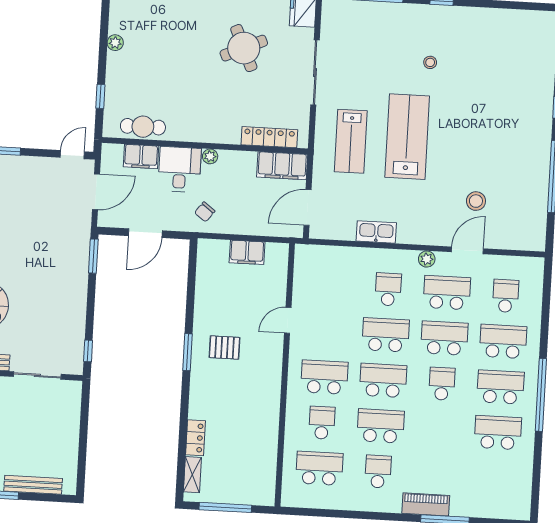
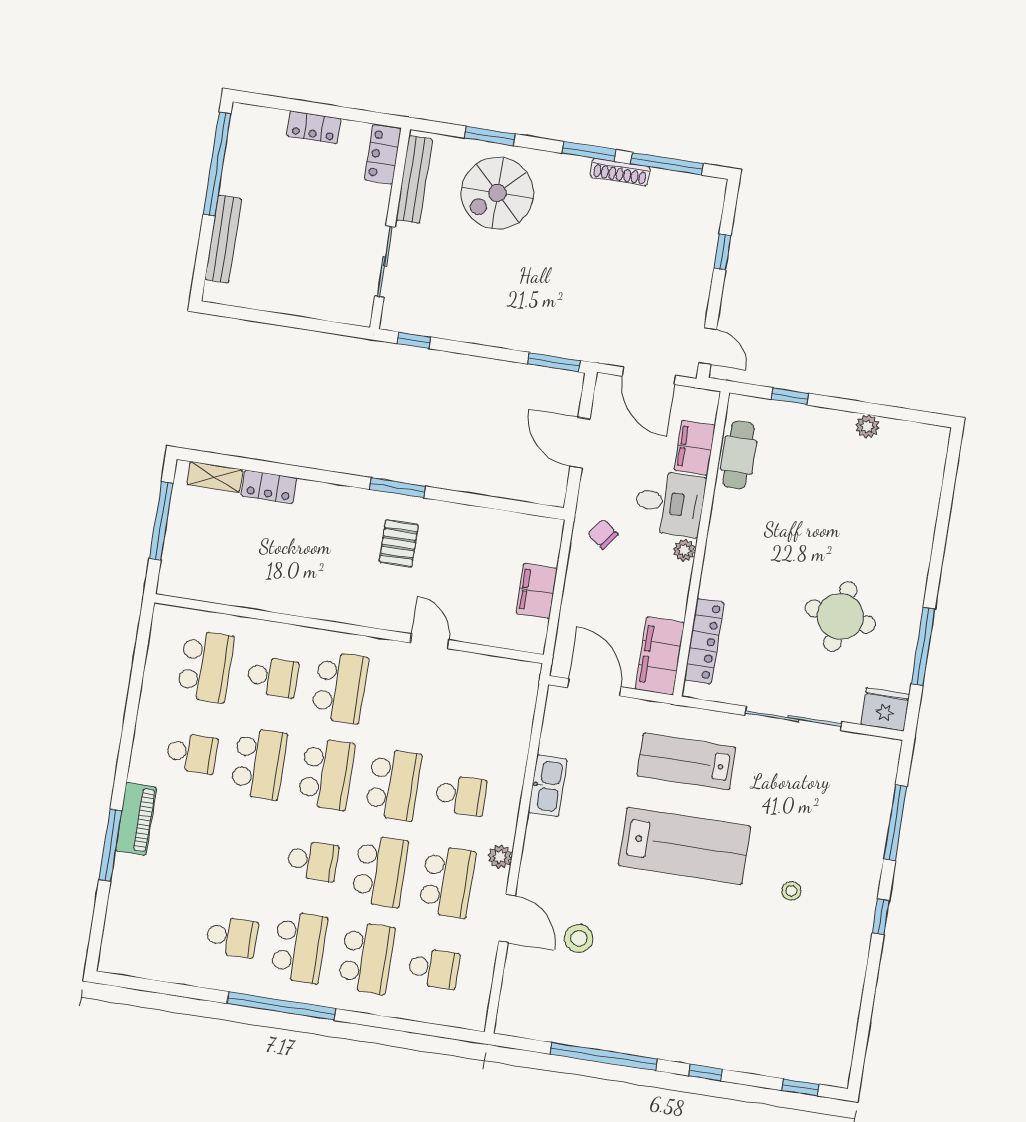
round table: (244, 48) -> (840, 616), turned 32
school desk: (498, 433) -> (232, 937), width x0.54

